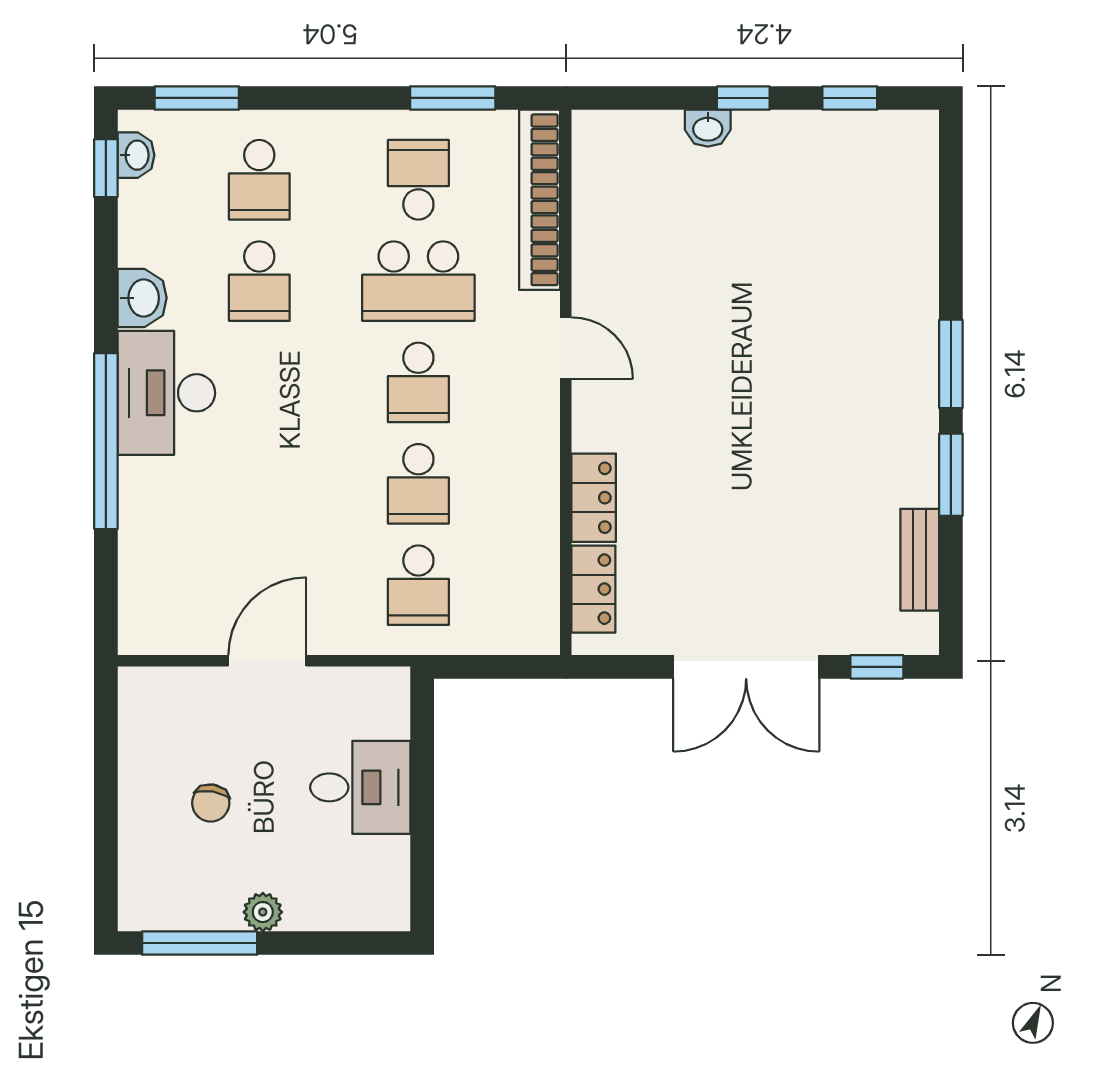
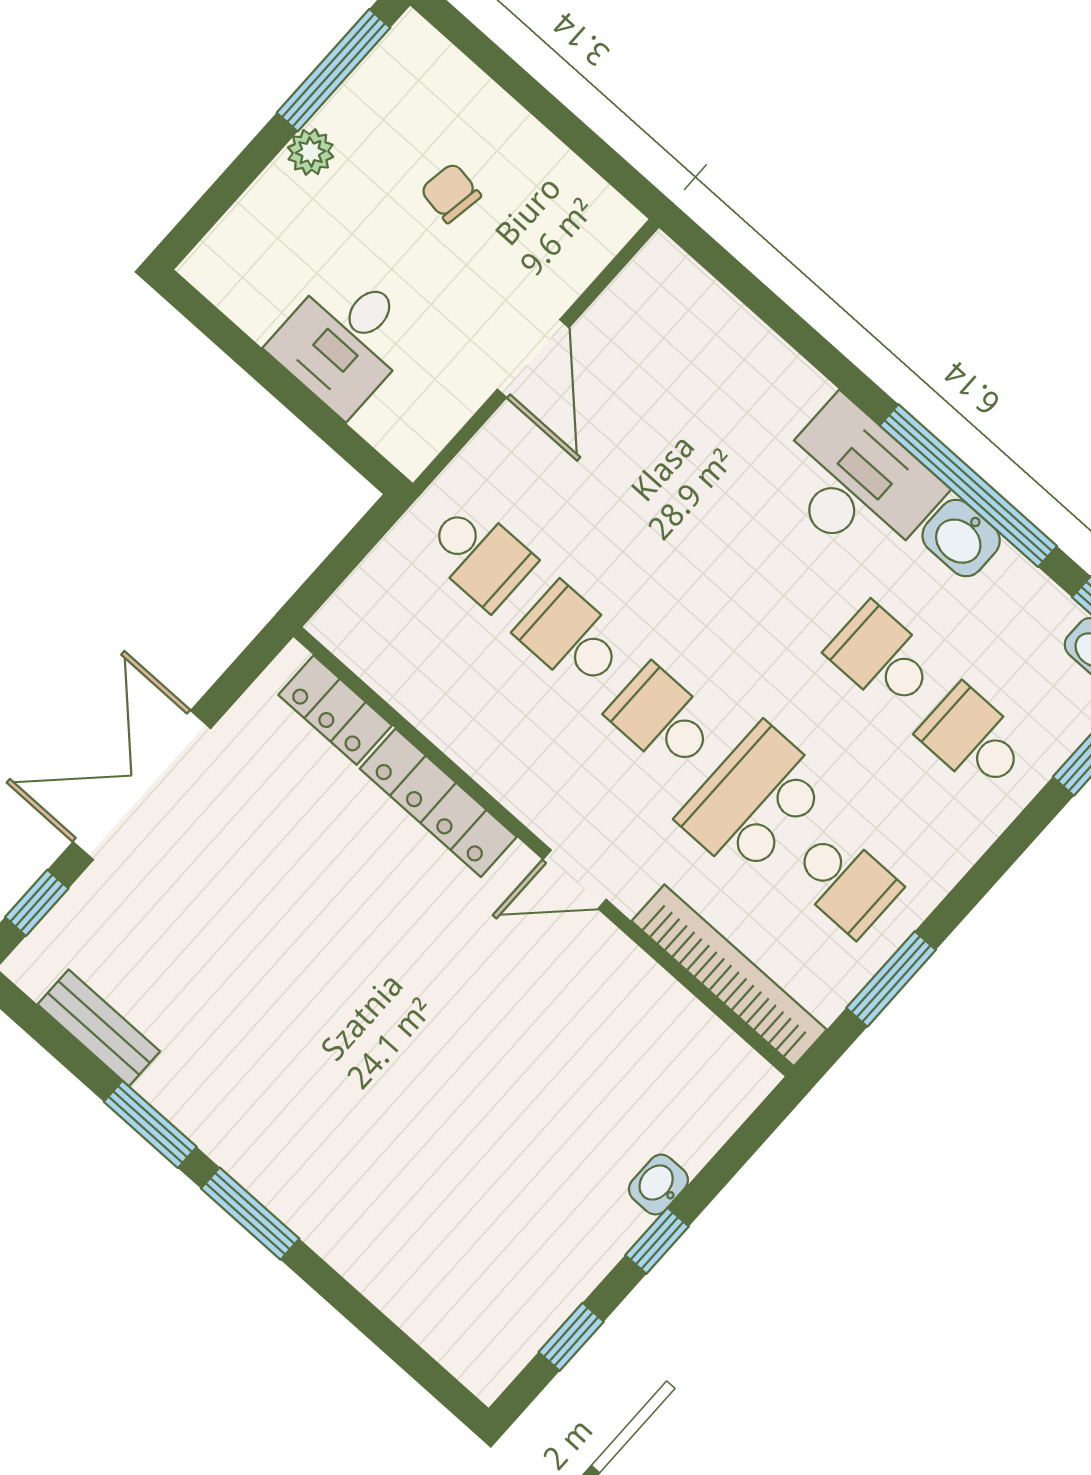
window: (106, 441) -> (968, 486), moved
locker: (594, 498) -> (438, 803), width x1.53
school desk: (418, 585) -> (480, 556), turned 180

